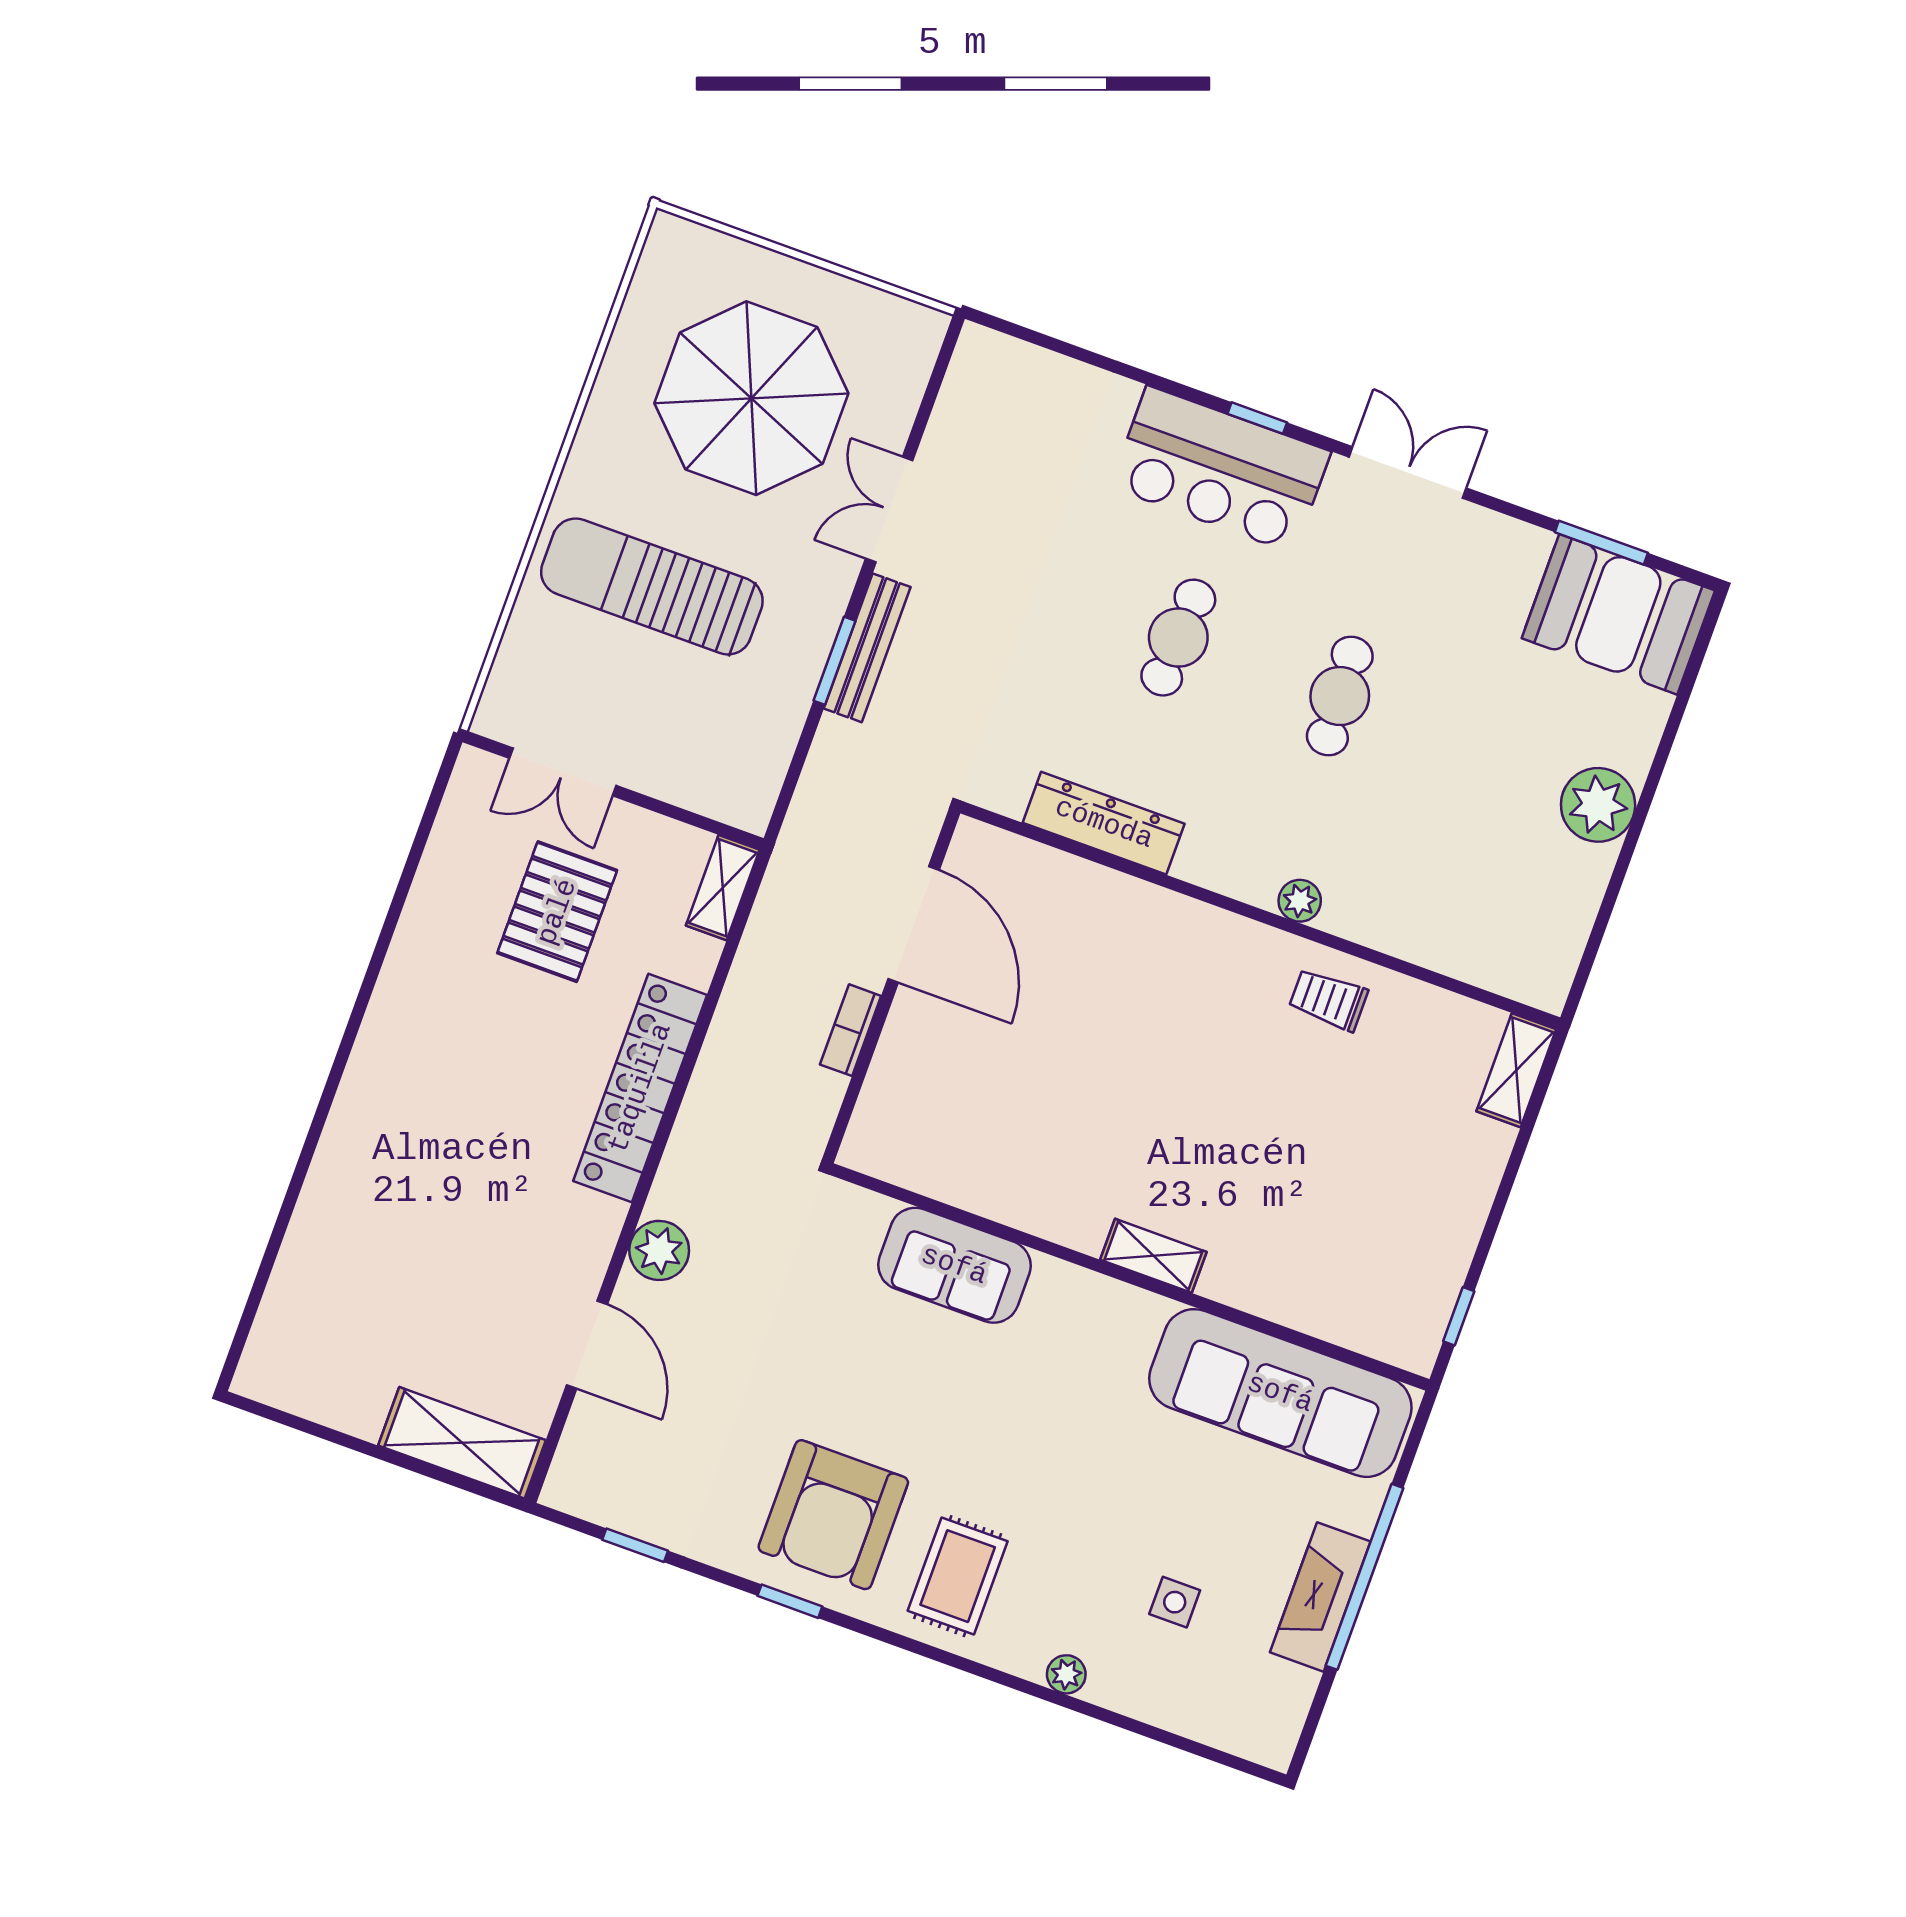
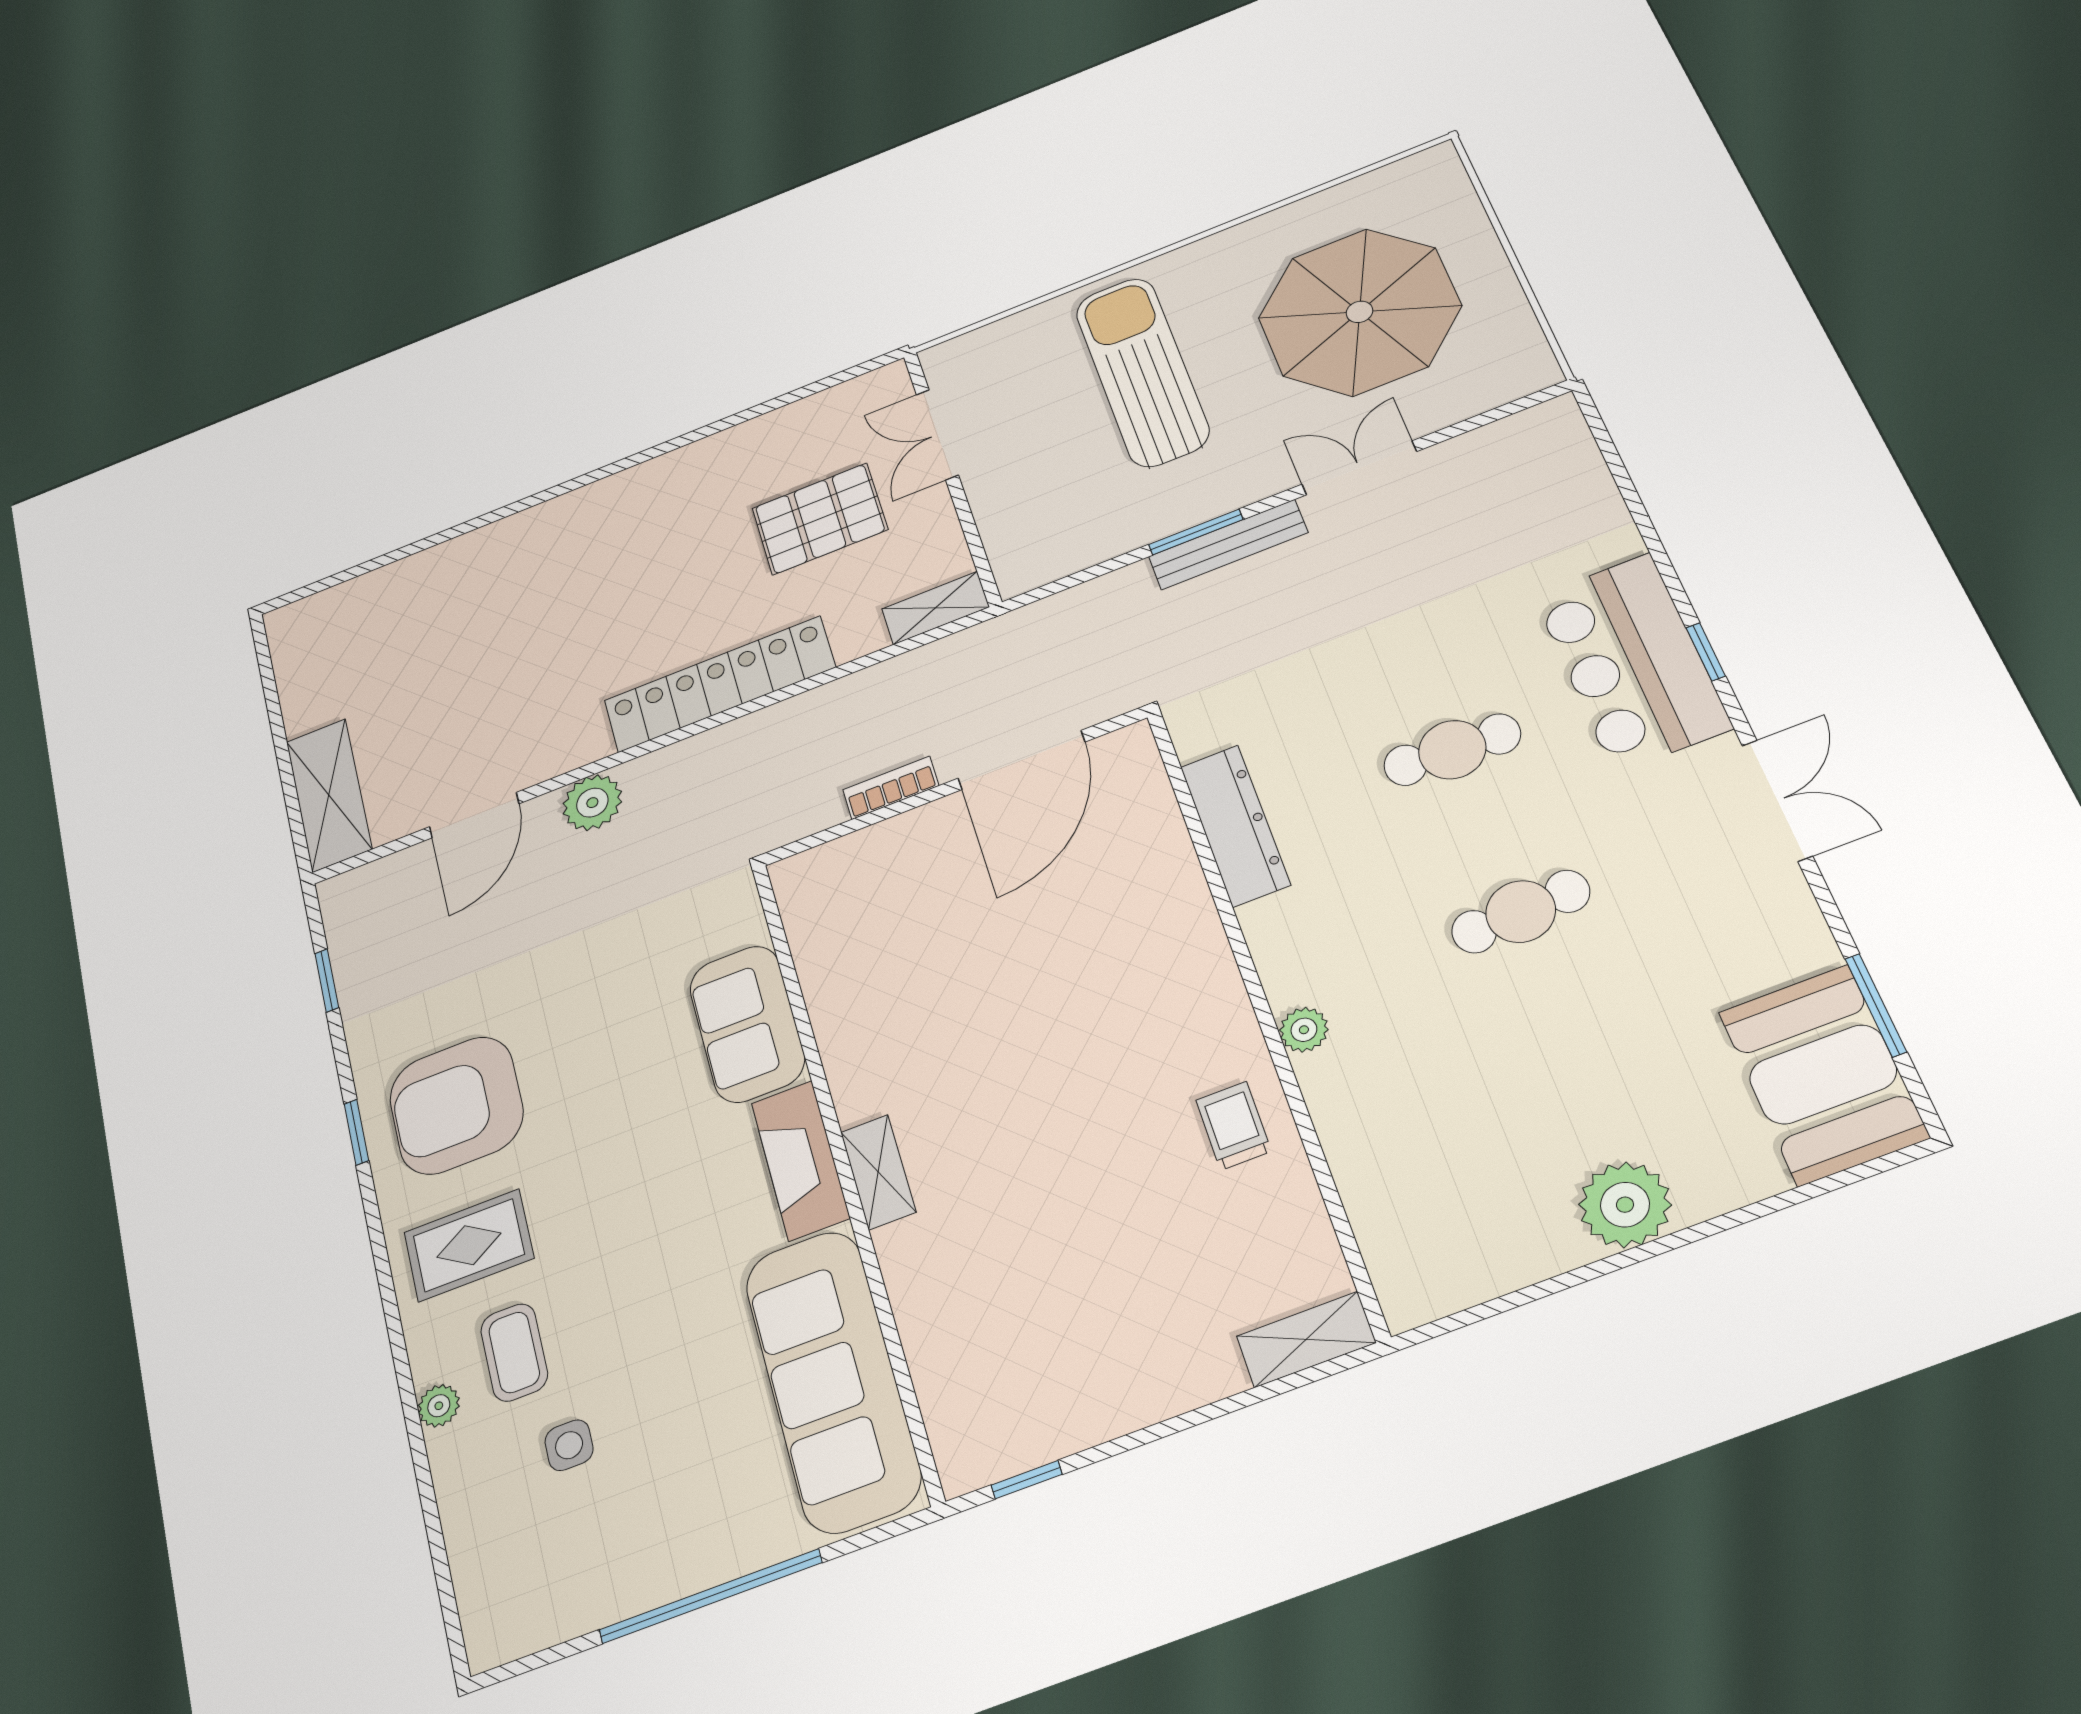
coffee table: (1071, 1596) -> (514, 1352), added
fireplace: (1320, 1597) -> (800, 1160), moved, turned -90

